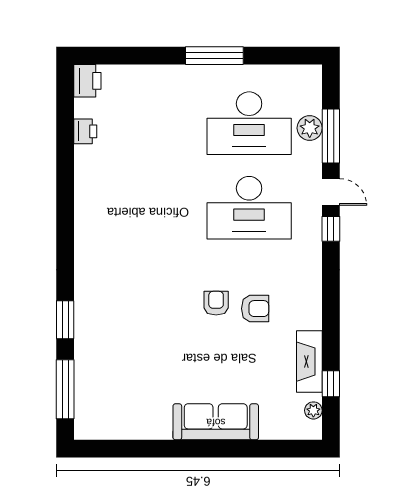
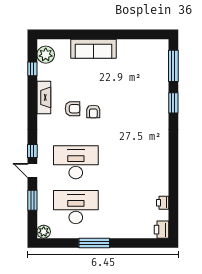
plant: (310, 128) -> (44, 232), moved
window: (331, 136) -> (32, 200), width x0.69
armchair: (255, 309) -> (73, 109), turned 180
fireplace: (309, 362) -> (44, 97), moved
plant: (313, 410) -> (46, 55), width x1.87, depth x1.87

